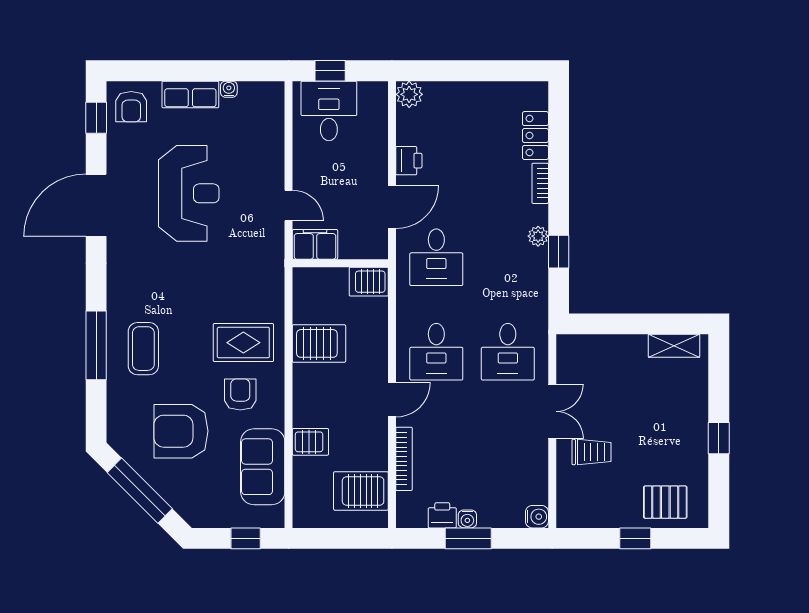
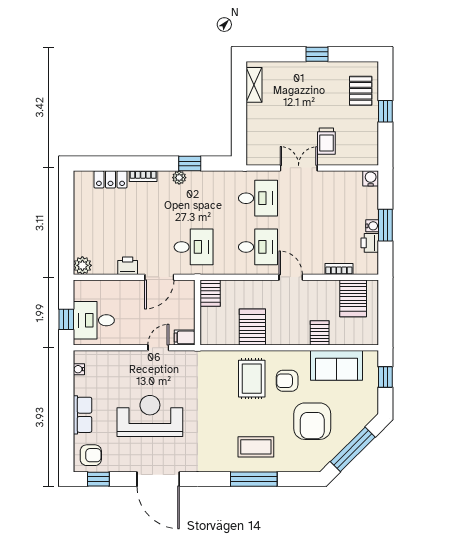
water cooler: (229, 89) -> (79, 369), moved
door: (392, 207) -> (159, 277), swing flipped
filing cabinet: (315, 244) -> (185, 337), width x0.50
trolley: (591, 452) -> (326, 141), turned 180
bookcase: (404, 459) -> (339, 269), width x0.64

